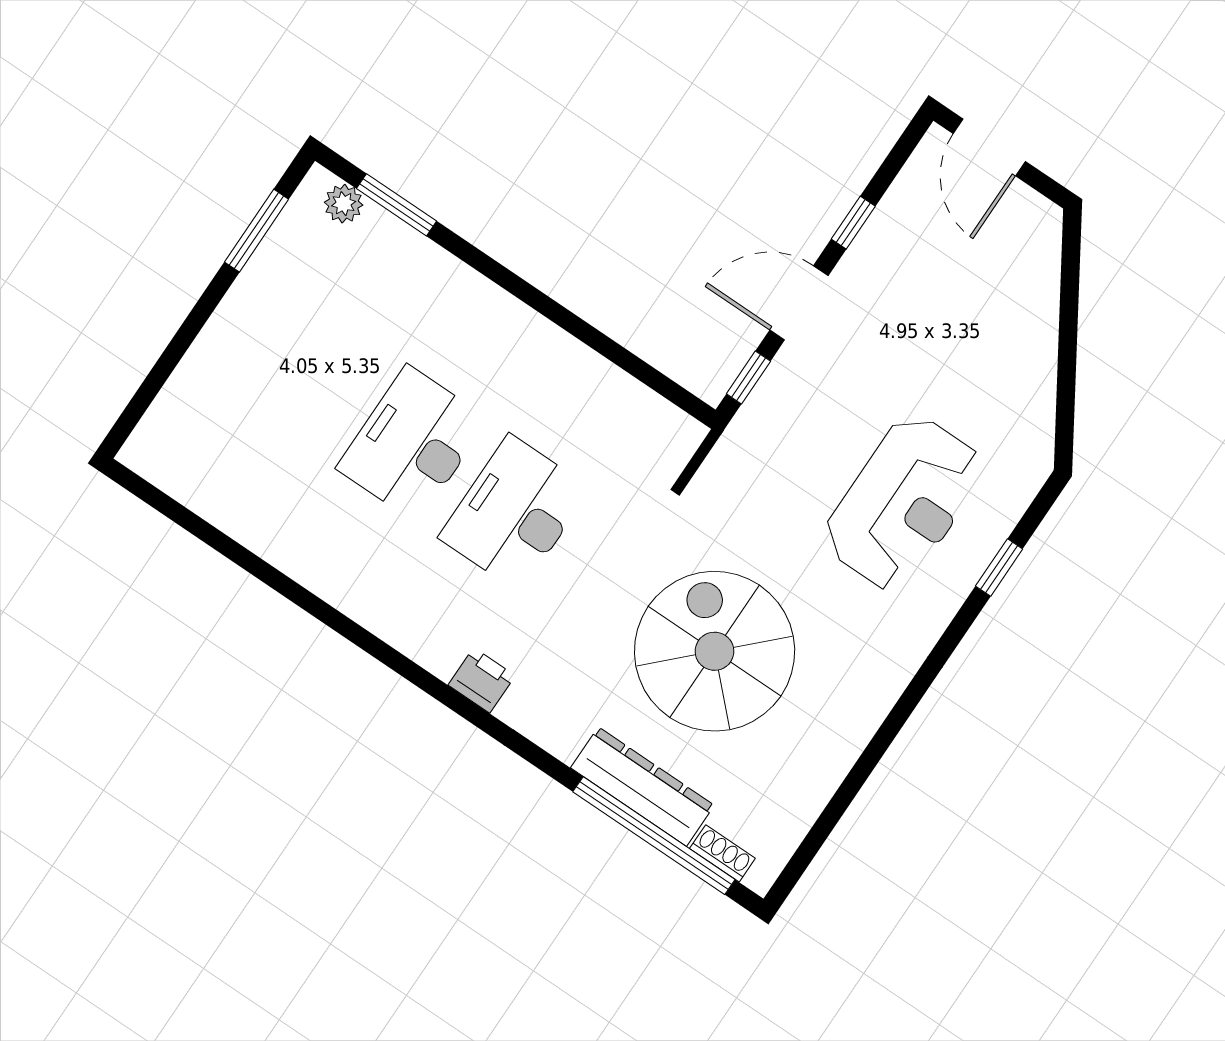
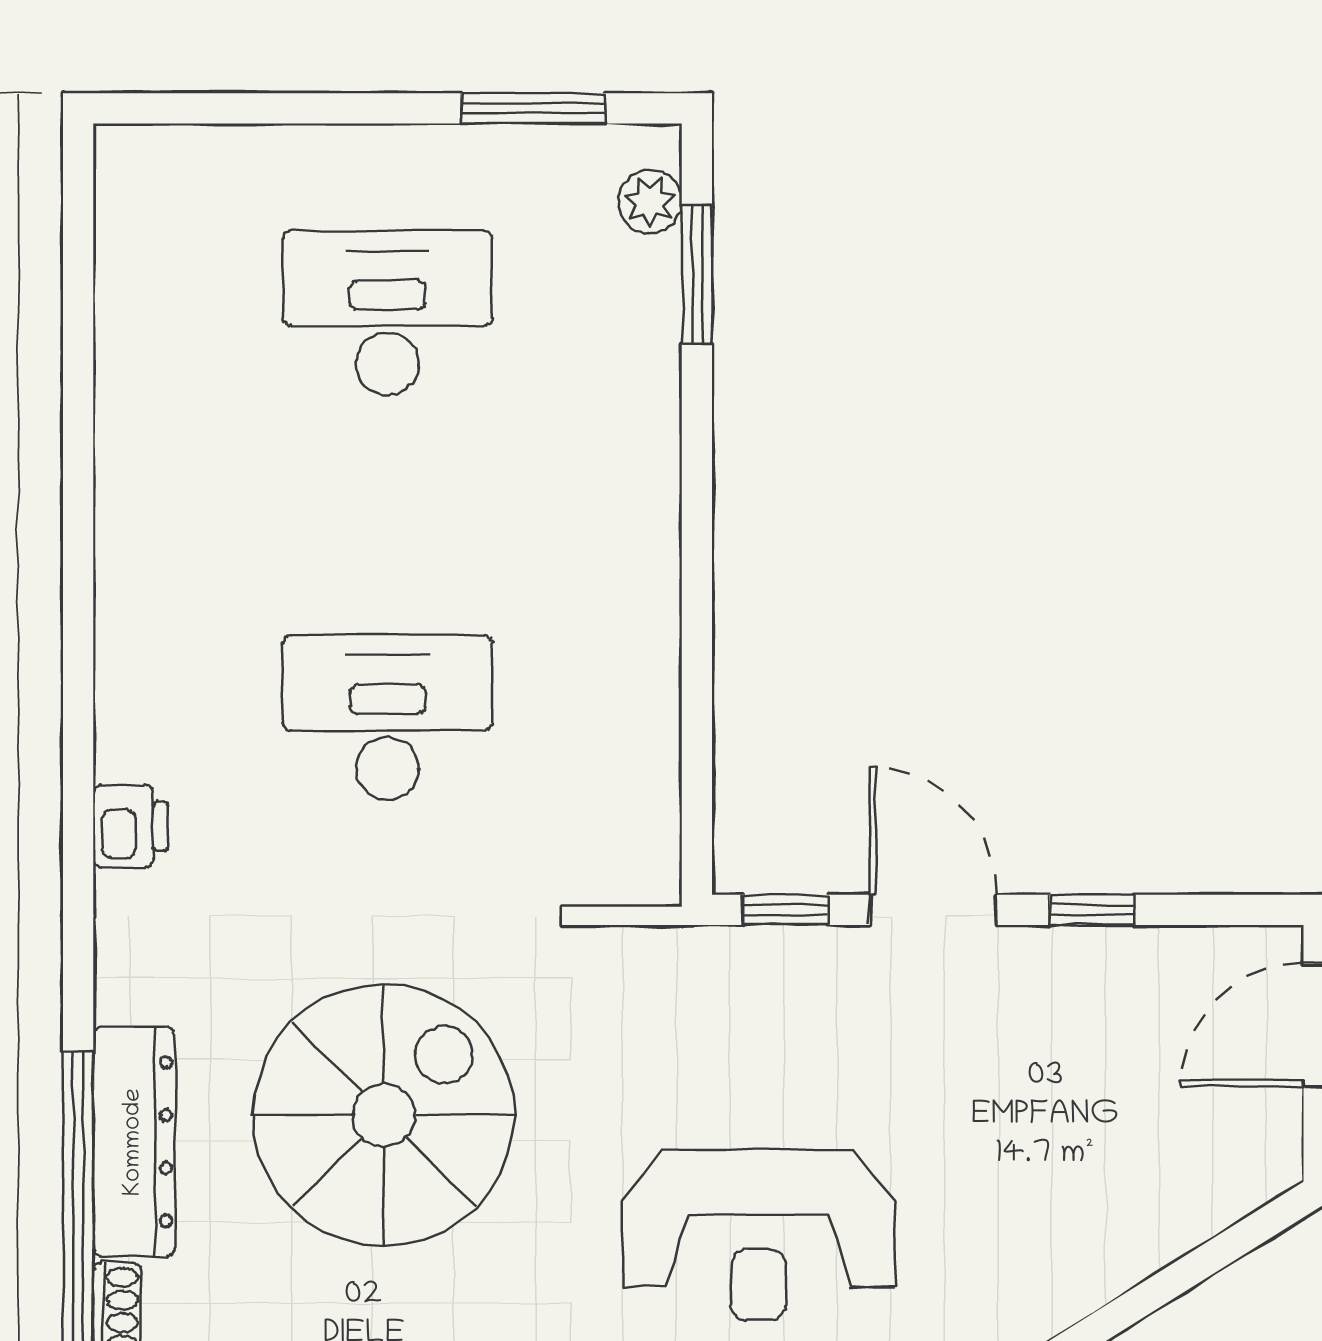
desk: (412, 444) -> (387, 313), moved

